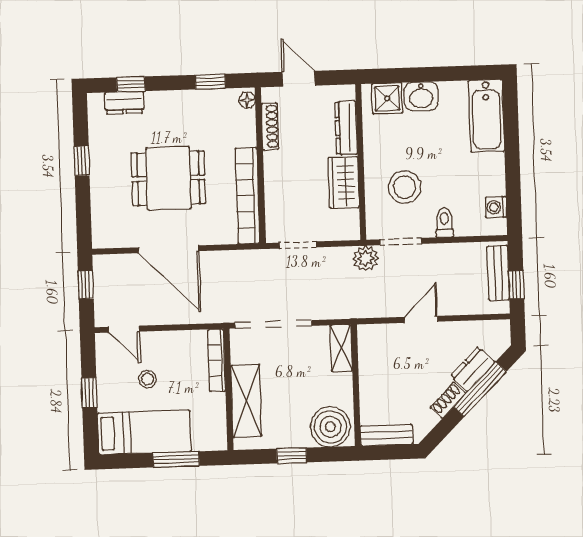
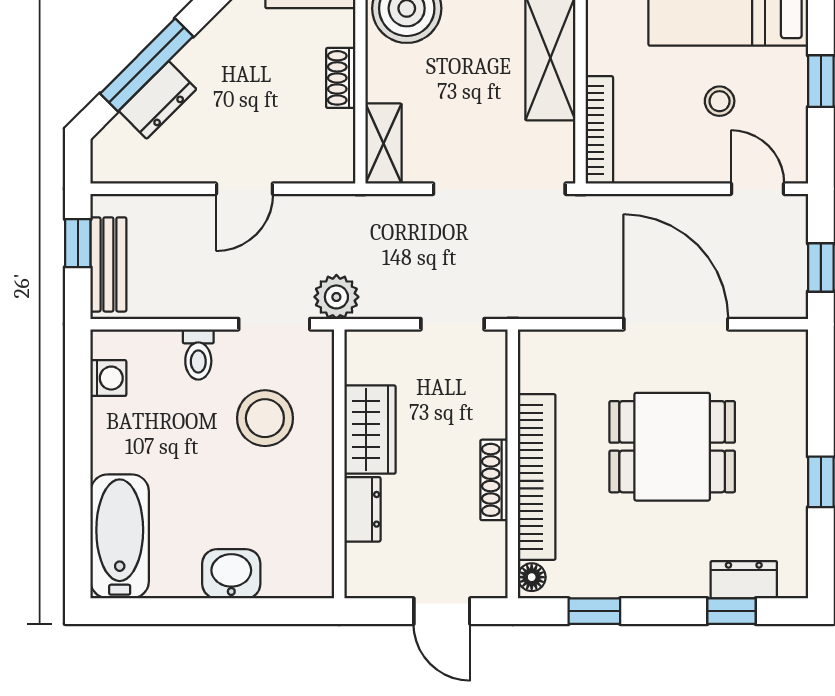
shower: (387, 98) -> (290, 572), removed
shoe rack: (270, 126) -> (494, 480), moved
dresser: (346, 128) -> (362, 509), width x0.70
bookcase: (247, 196) -> (537, 477), moved
shoe rack: (448, 400) -> (341, 78), moved, turned 135

